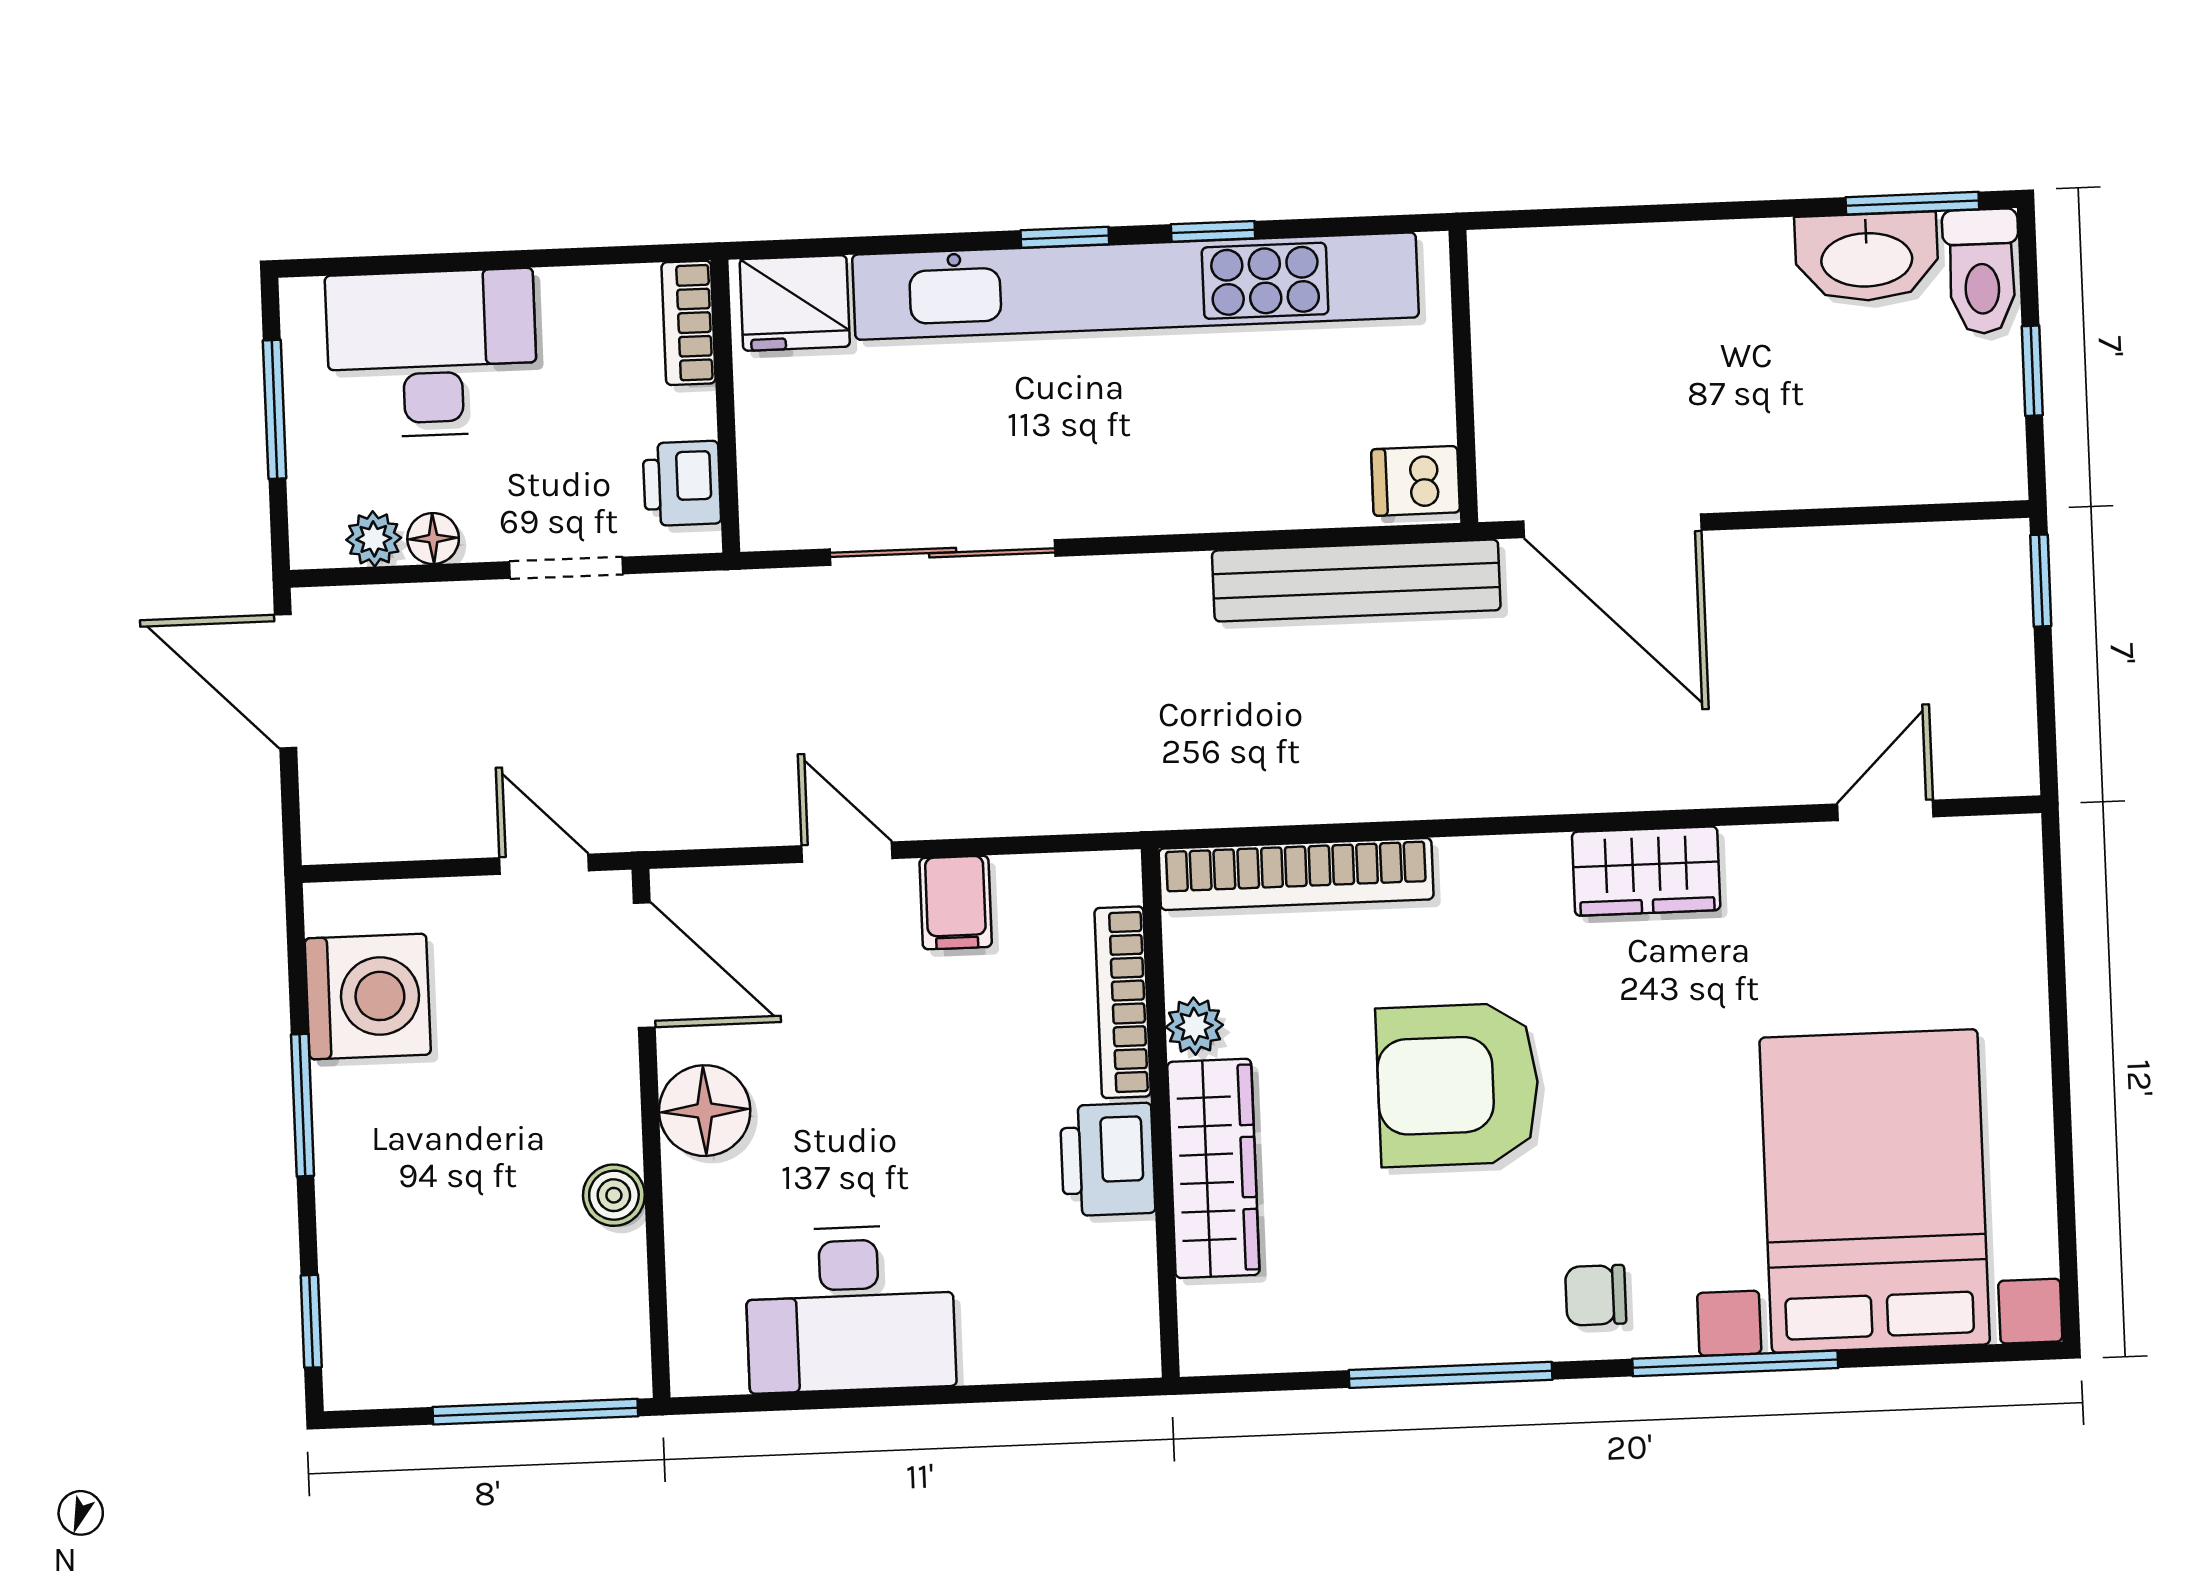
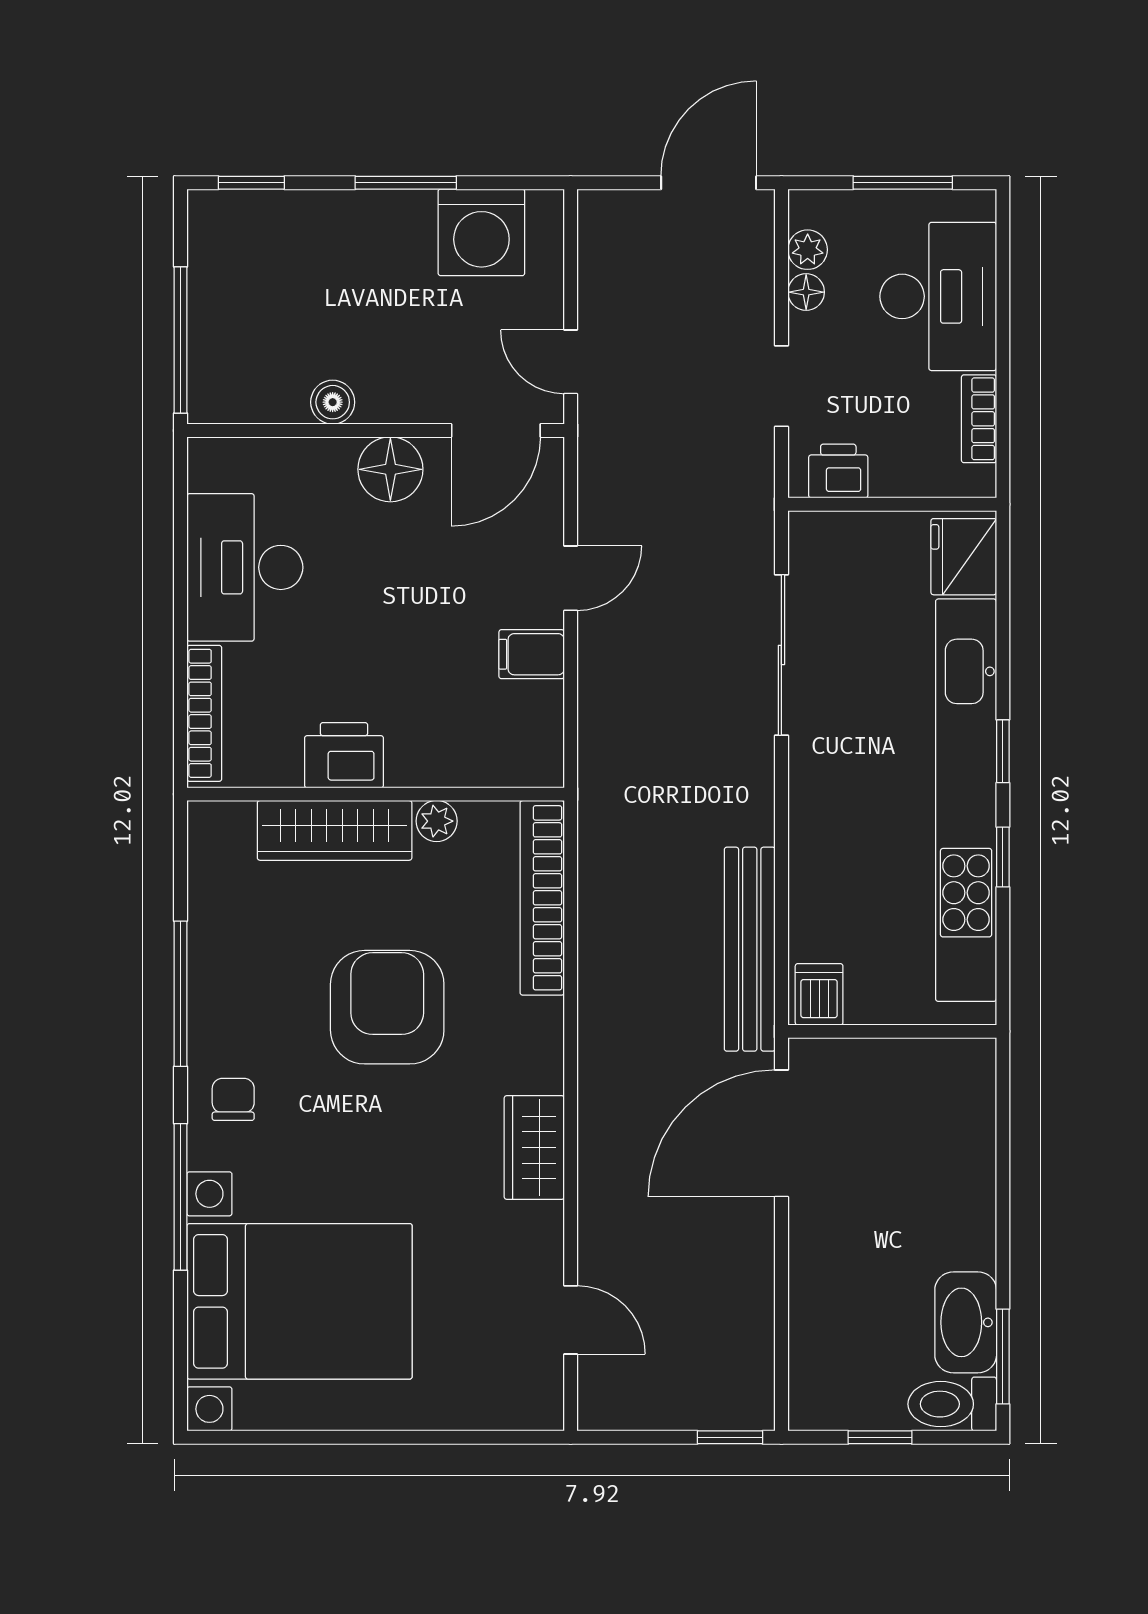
bookcase: (689, 323) -> (979, 419), moved, turned -90
door: (544, 864) -> (571, 362), swing flipped
bookcase: (1123, 1002) -> (204, 713), moved, turned 90

